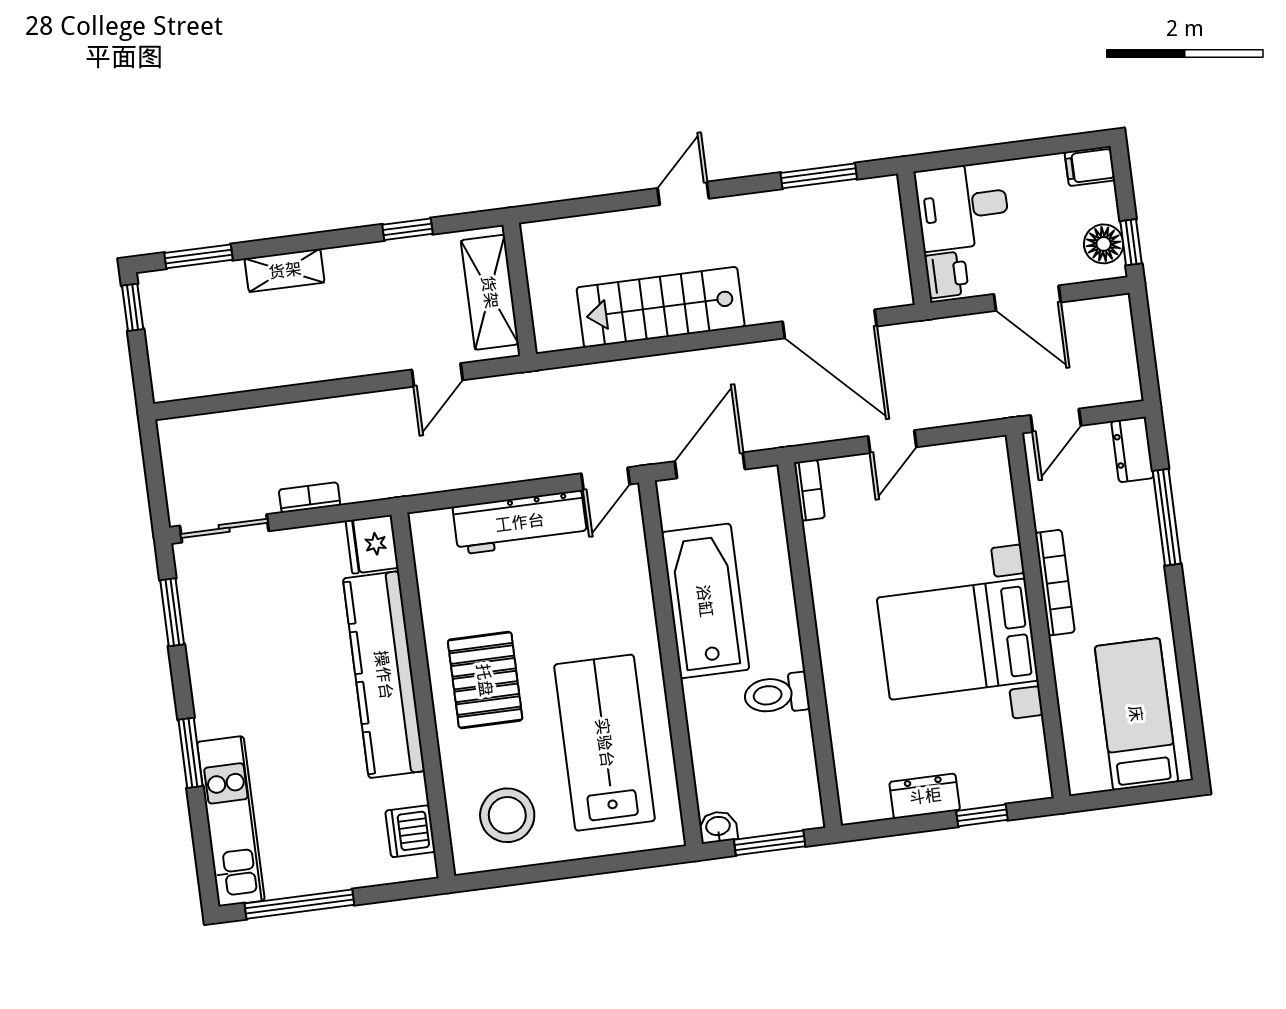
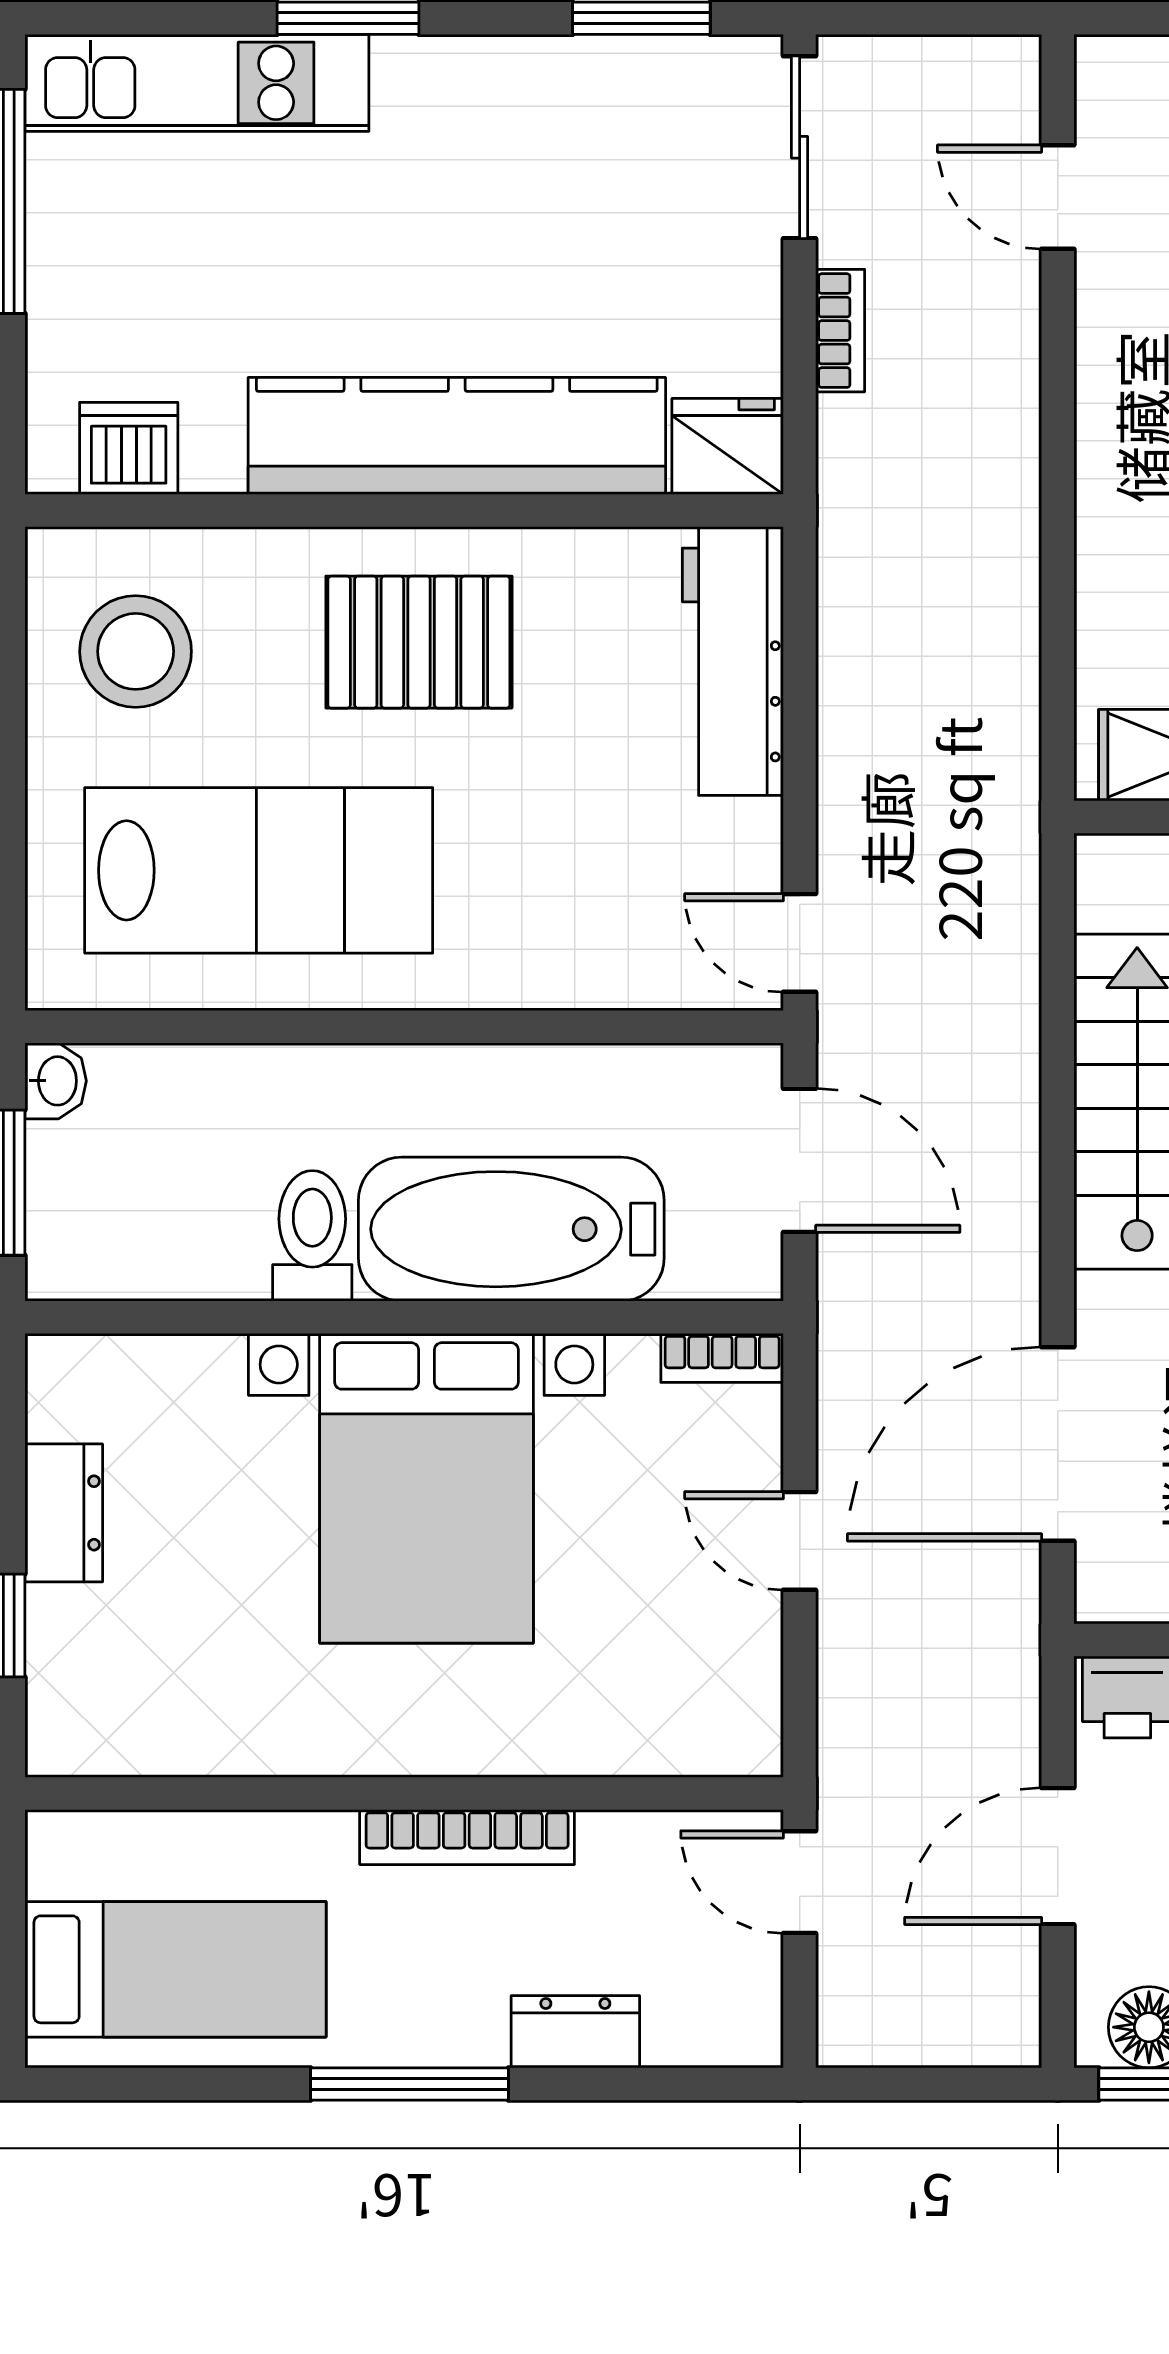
door: (437, 375) -> (1058, 197), moved
dresser: (1132, 450) -> (575, 2032), moved
window: (1167, 517) -> (409, 2084), moved
workbench: (520, 522) -> (733, 661), moved
bathtub: (705, 601) -> (511, 1229), moved, turned 180
bed with nightstands: (958, 639) -> (427, 1488), moved, turned 180

